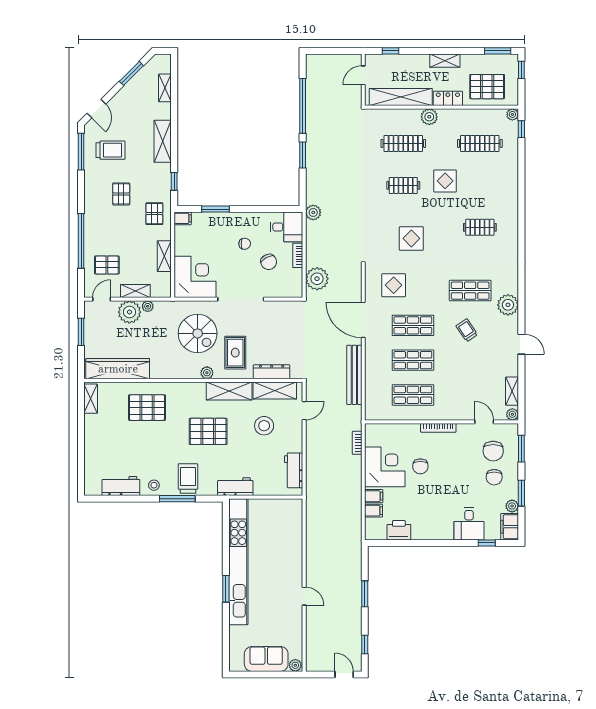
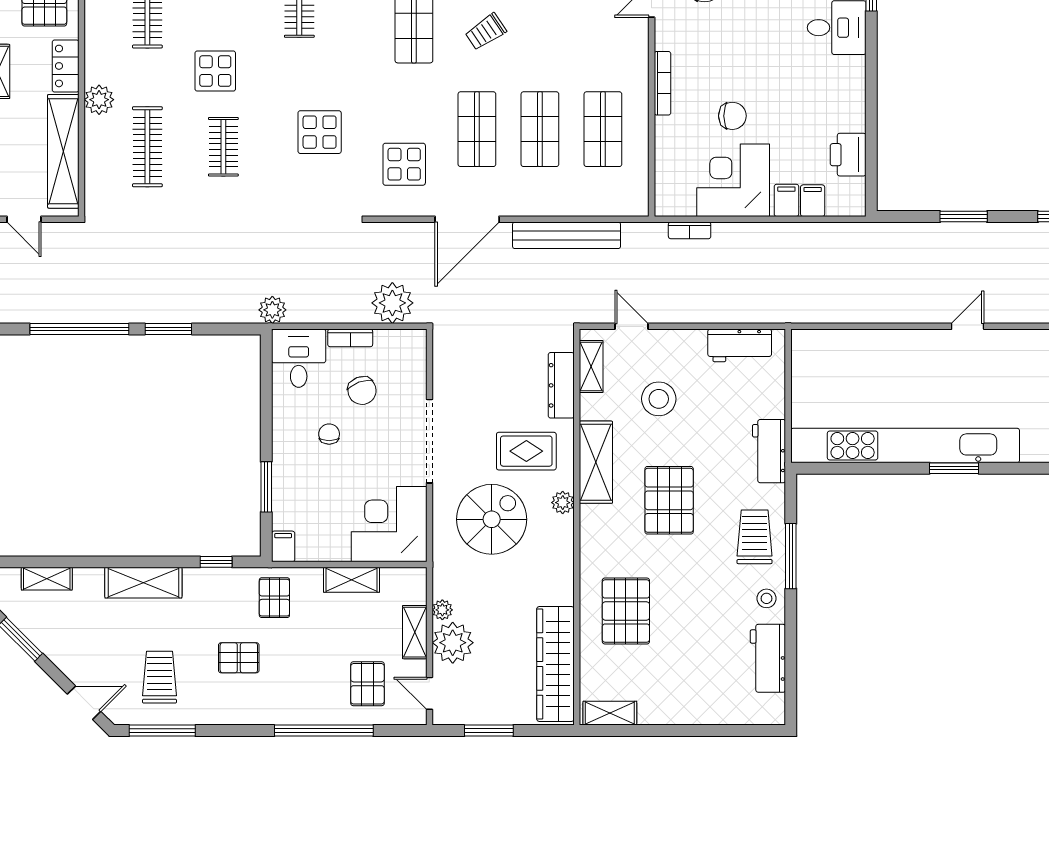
pallet: (154, 214) -> (274, 598), turned 90
chair: (269, 262) -> (362, 391), turned 97
shelving: (275, 391) -> (591, 366), width x0.67, depth x0.75
trolley: (188, 479) -> (755, 537), turned 90

